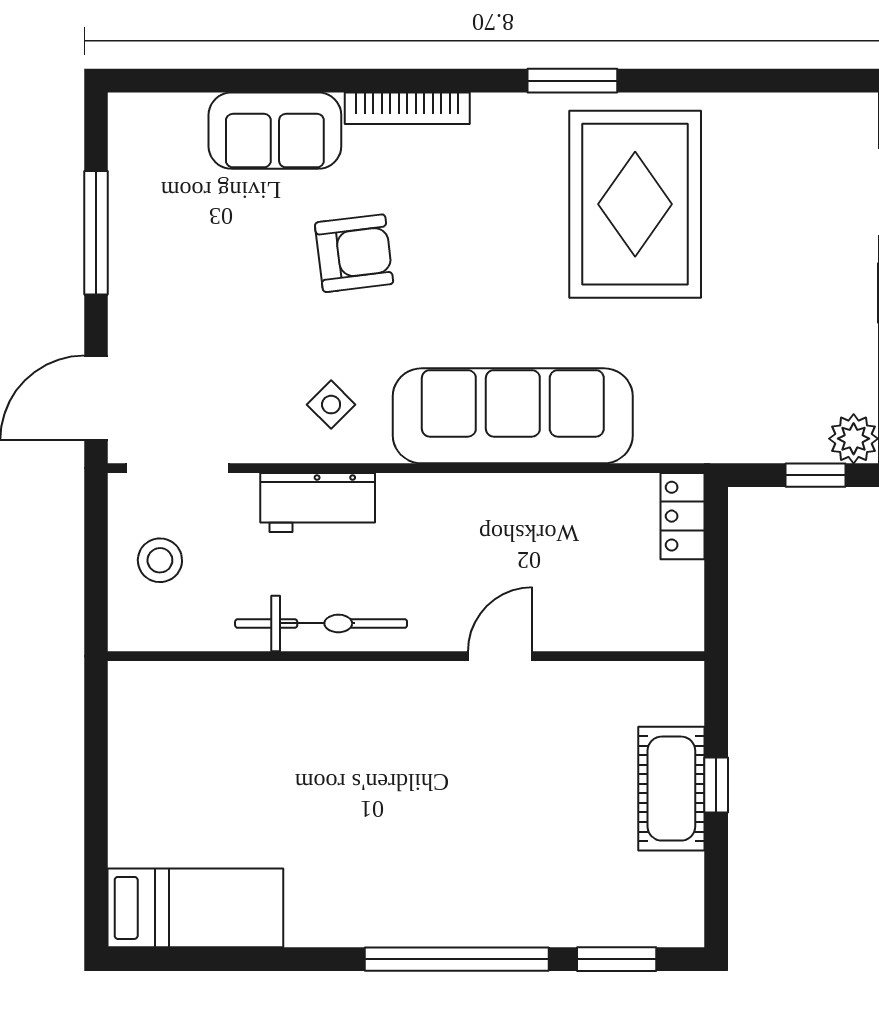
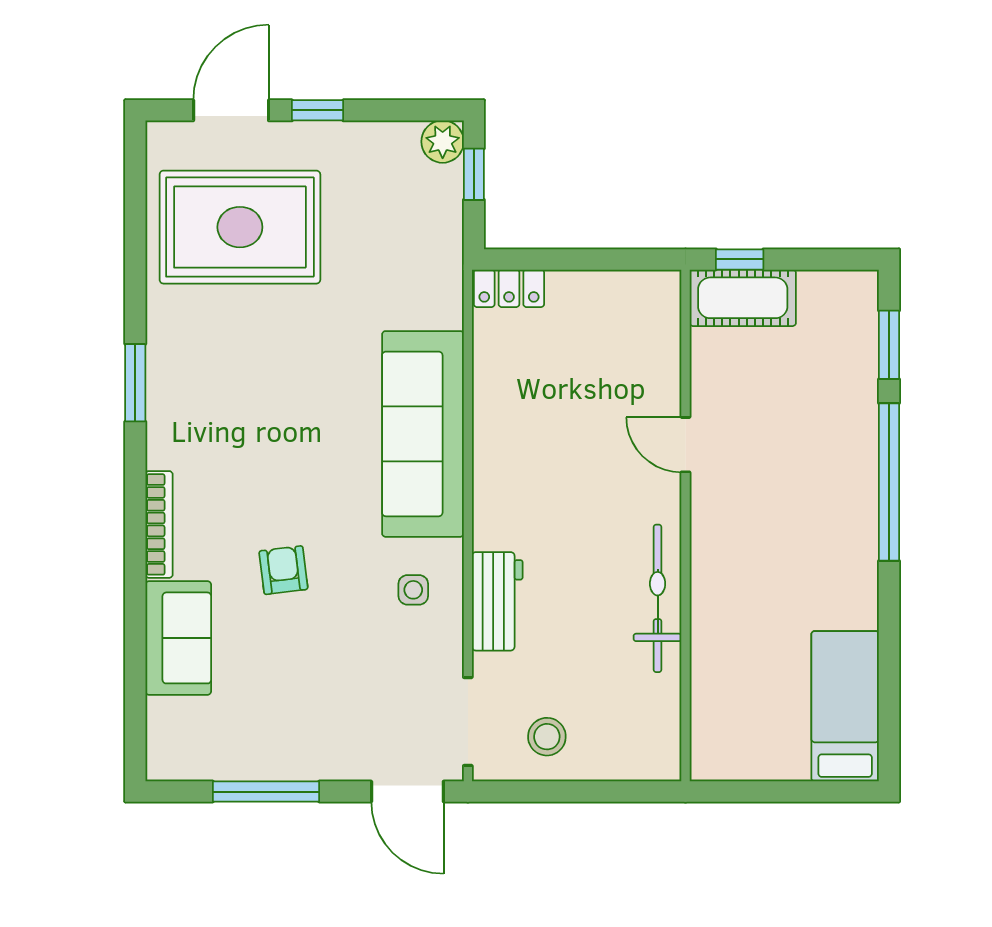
rug: (635, 204) -> (240, 227), moved
armchair: (354, 253) -> (283, 570), width x0.72, depth x0.72
side table: (331, 405) -> (413, 590), turned 45
bicycle: (321, 623) -> (658, 598), moved
wall: (406, 656) -> (685, 525), moved
door: (500, 656) -> (685, 445), moved

